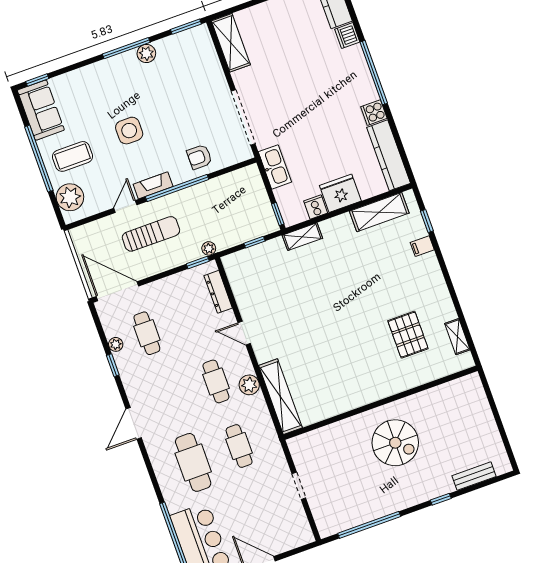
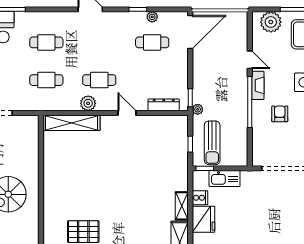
armchair: (199, 157) -> (280, 114), moved
kitchen sink: (275, 167) -> (225, 179), moved
sun lounger: (151, 234) -> (212, 143), moved
shelving: (302, 237) -> (182, 206), moved
door: (244, 333) -> (127, 113), hinge flipped
cafe table: (193, 462) -> (46, 42), width x0.73, depth x0.74

